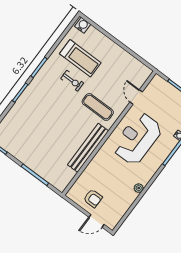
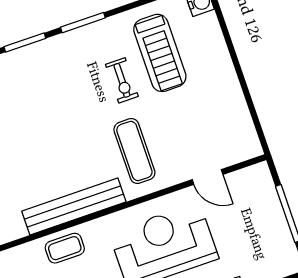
door: (136, 97) -> (208, 177), swing flipped
coffee table: (96, 168) -> (65, 248), added

